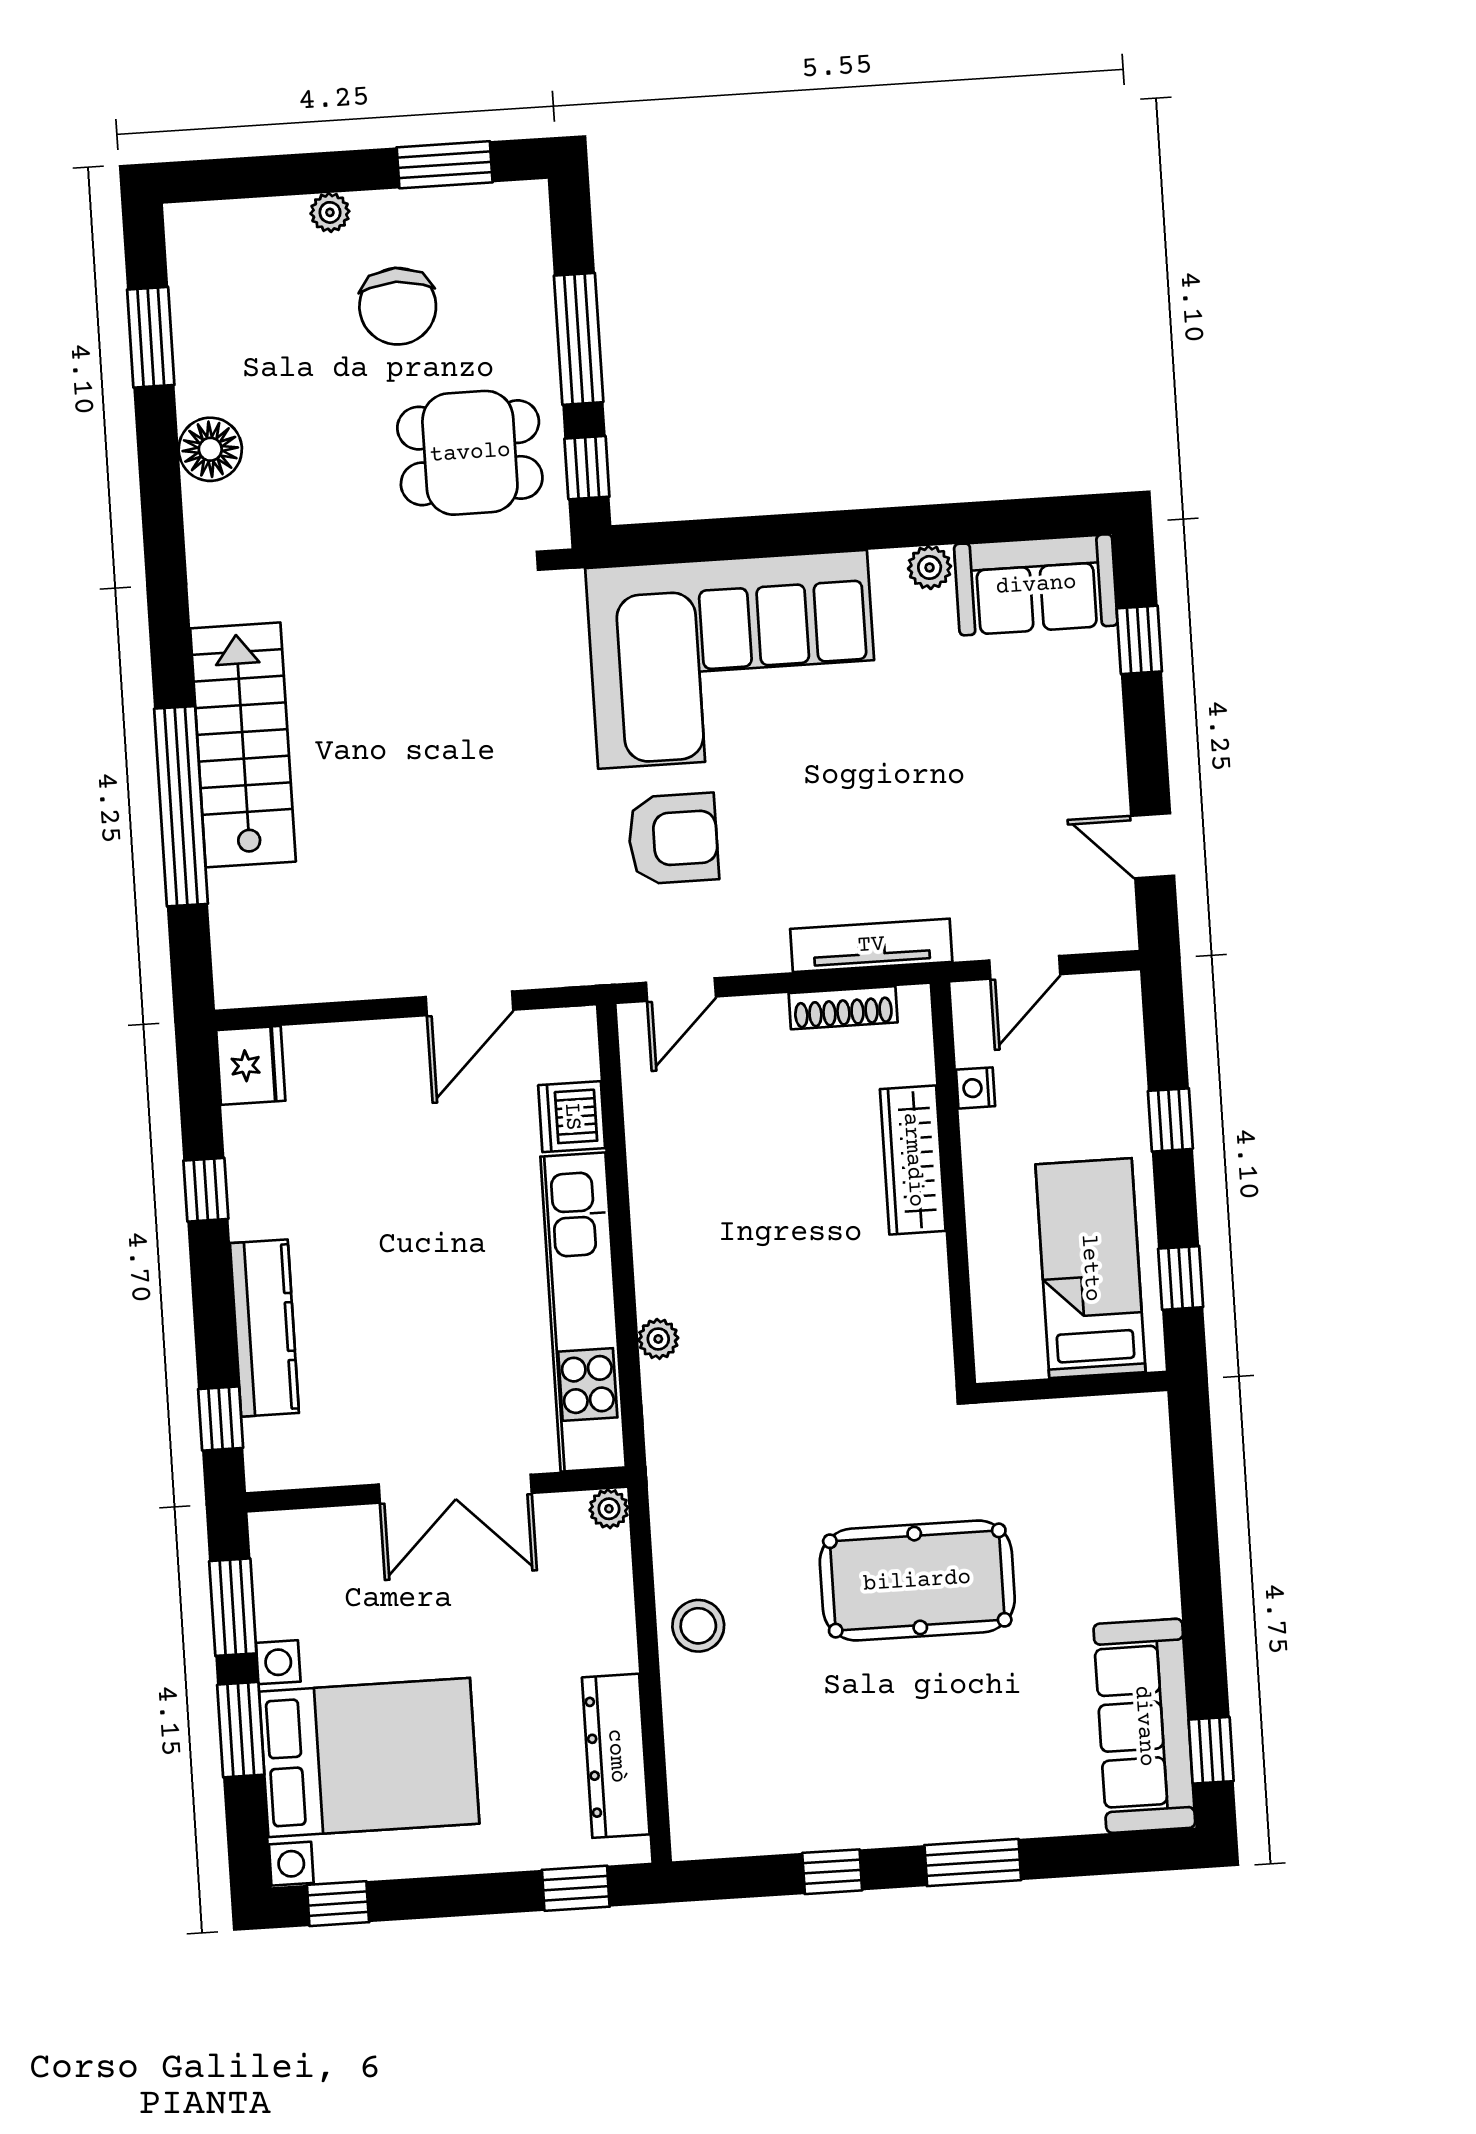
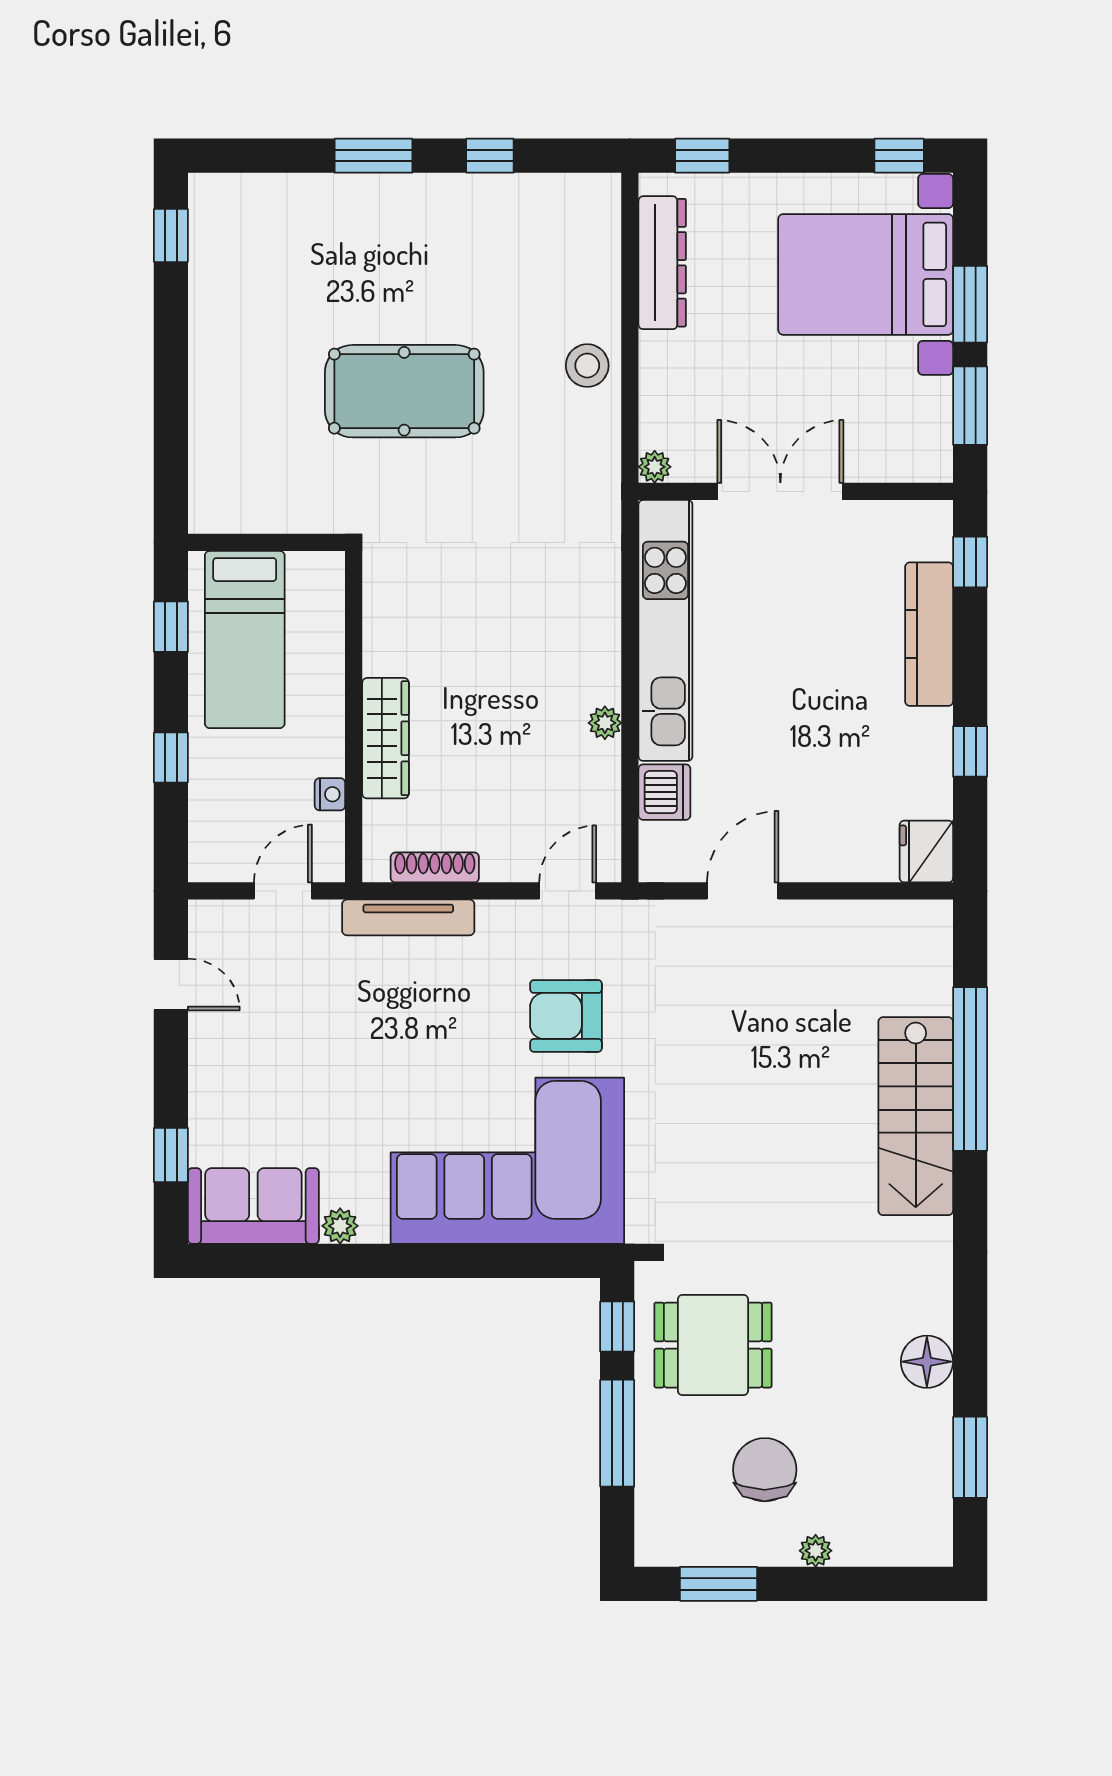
plant: (658, 1339) -> (605, 723), moved
sofa: (1144, 1726) -> (225, 259), removed

